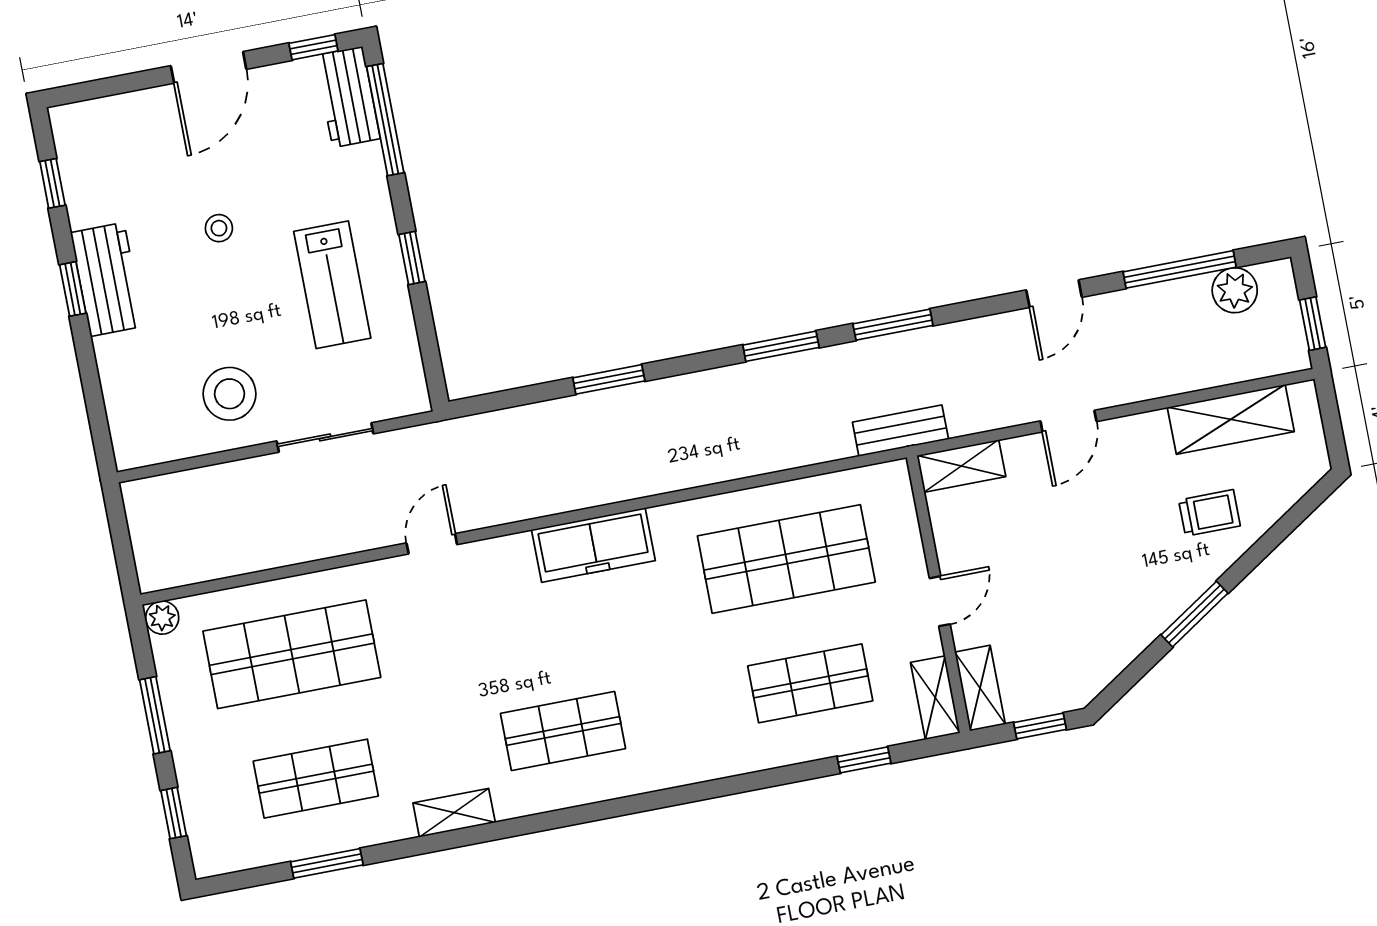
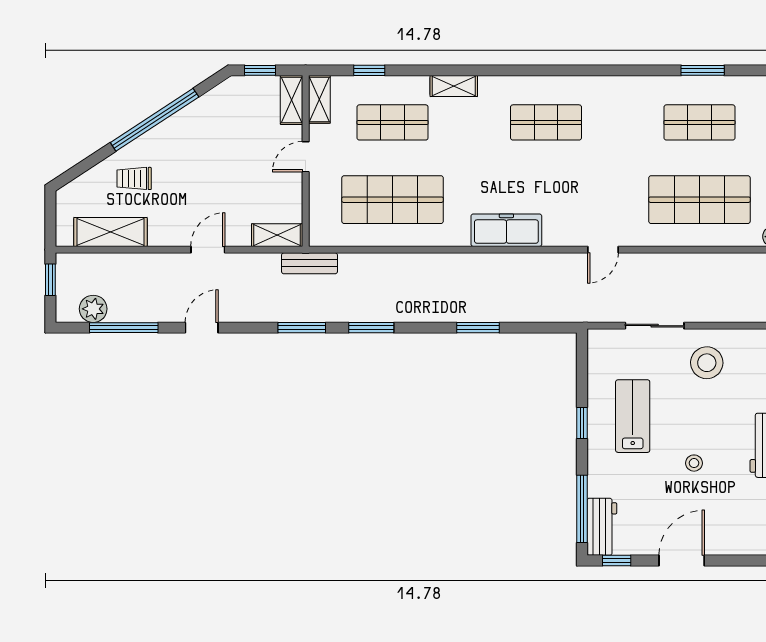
window: (1194, 614) -> (155, 120), width x2.11
shelving: (454, 813) -> (454, 86), moved

